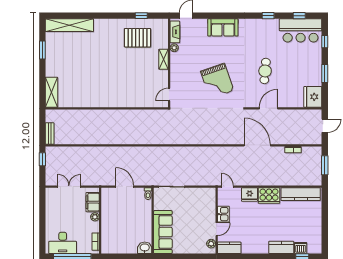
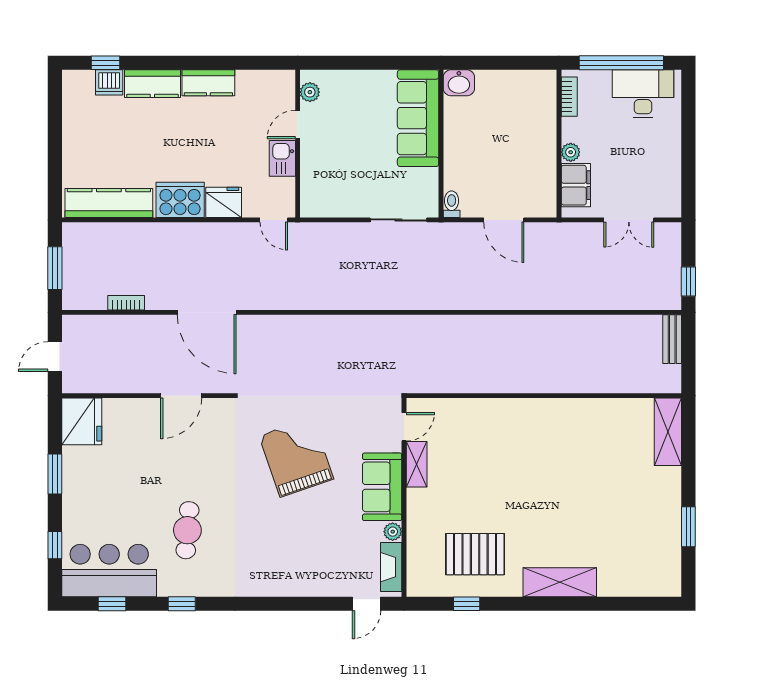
shelving: (69, 25) -> (560, 582), moved, width x0.68
sofa: (223, 27) -> (382, 487), moved, turned -90
shelving: (164, 59) -> (417, 464), moved
cafe table: (265, 71) -> (187, 530), moved
kitchen counter: (229, 248) -> (208, 83), moved

